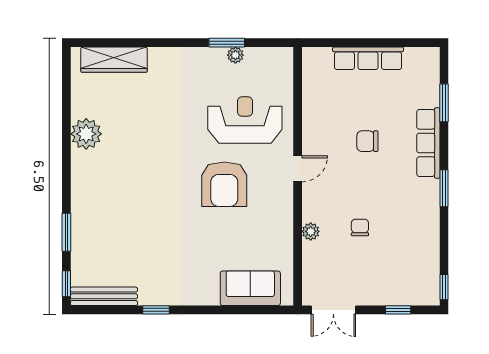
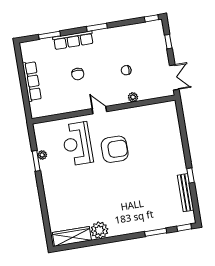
wardrobe: (114, 60) -> (72, 236), moved, turned -90
sofa: (250, 288) -> (170, 125), removed
bench: (104, 296) -> (186, 193), moved

